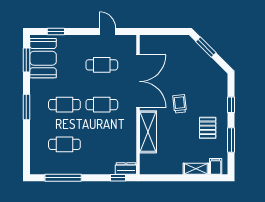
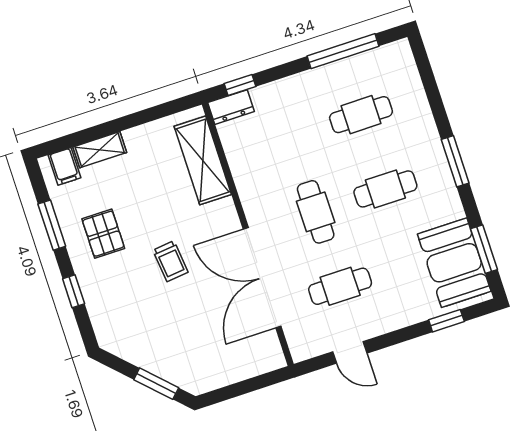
cafe table: (102, 105) -> (316, 212), turned 90
shelving: (148, 132) -> (203, 160), moved

